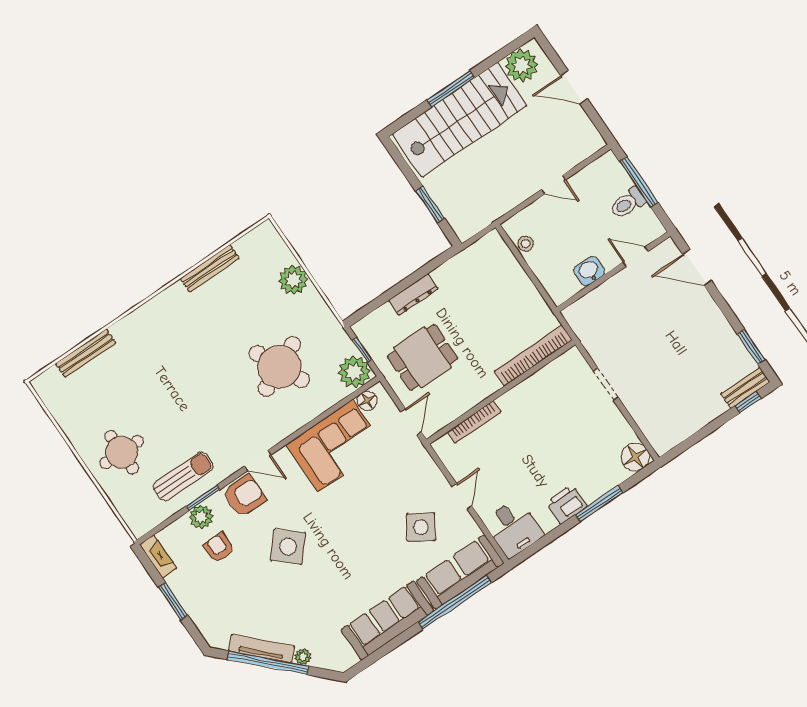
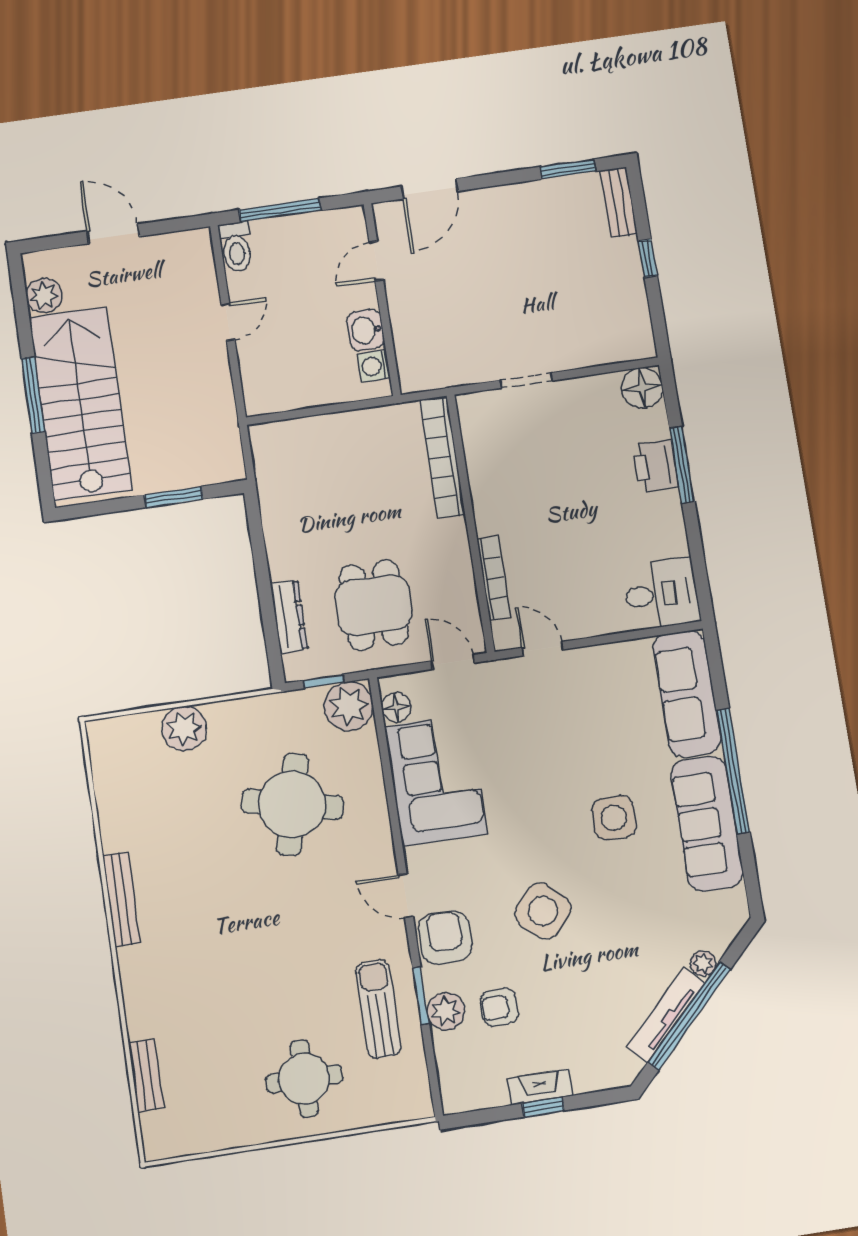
plant: (521, 65) -> (44, 296), width x0.73, depth x0.73
door: (574, 87) -> (113, 234), swing flipped
toilet: (628, 203) -> (236, 247), moved
stool: (526, 244) -> (288, 396), removed
bench: (210, 268) -> (121, 899), moved
washing machine: (569, 287) -> (374, 366), added
dresser: (413, 295) -> (289, 616), moved
bench: (86, 353) -> (146, 1075), width x0.73
round table: (279, 367) -> (292, 804), turned 38
window: (748, 402) -> (648, 258), moved
door: (258, 461) -> (406, 896), swing flipped
door: (462, 496) -> (542, 649), moved
printer: (566, 504) -> (656, 466), moved
side table: (421, 527) -> (614, 818), moved, turned -33
fireplace: (158, 556) -> (540, 1087), moved
window: (173, 601) -> (543, 1107), width x0.67
window: (455, 602) -> (733, 771), moved

